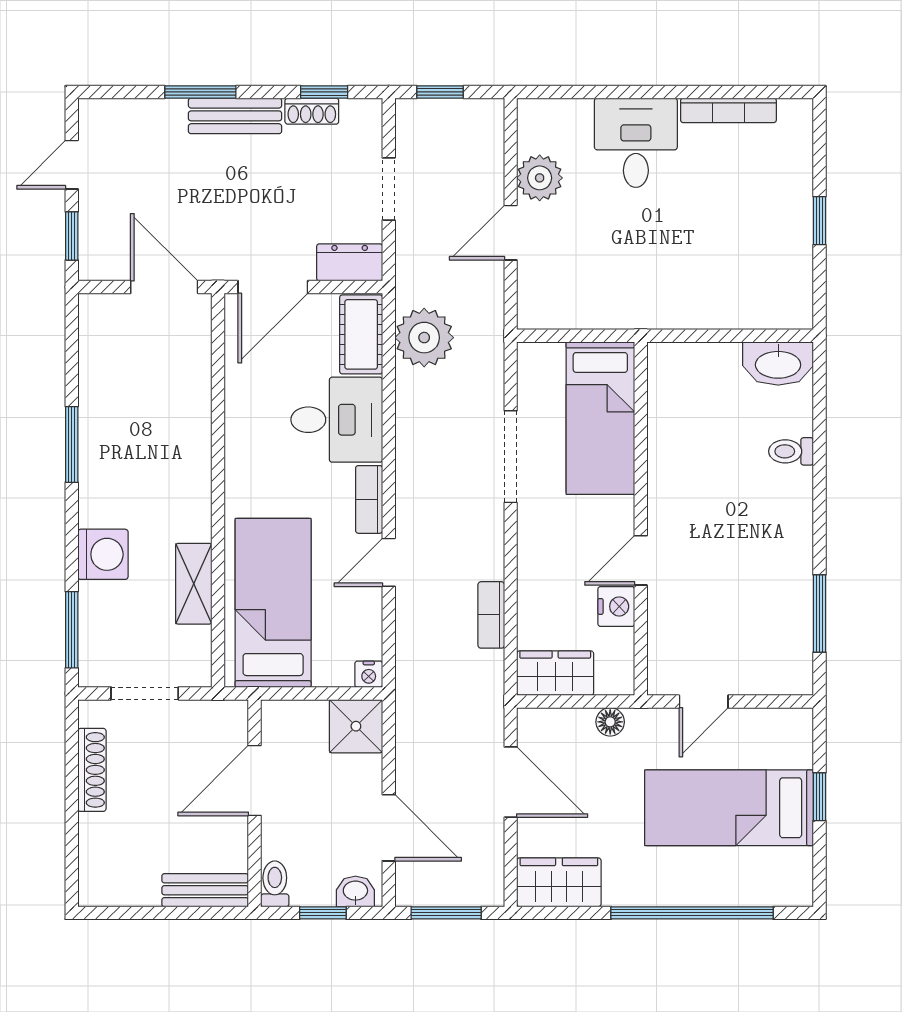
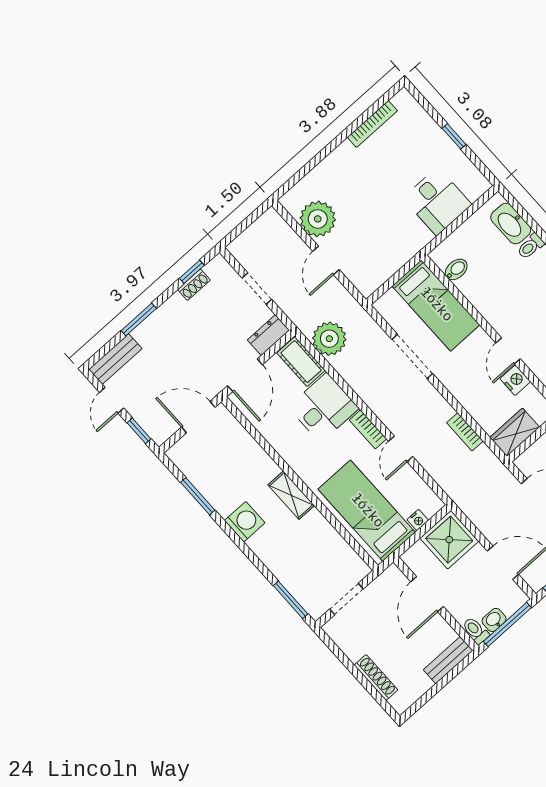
window: (440, 92) -> (242, 227), removed
bench: (235, 116) -> (115, 359), moved
desk: (636, 143) -> (437, 201), moved, turned 180
plant: (540, 178) -> (318, 219), width x1.36, depth x1.36
washbasin: (778, 364) -> (511, 224), moved, turned 90
bidet: (668, 395) -> (456, 269), added
window: (72, 444) -> (198, 496), moved
washing machine: (103, 554) -> (245, 522), moved
shelving: (194, 584) -> (291, 495), moved
nightstand: (369, 674) -> (418, 520), moved
shower: (356, 726) -> (449, 540), width x1.36, depth x1.36
shoe rack: (92, 770) -> (376, 677), moved
washbasin: (355, 891) -> (494, 620), moved
window: (323, 913) -> (507, 625), width x2.17

